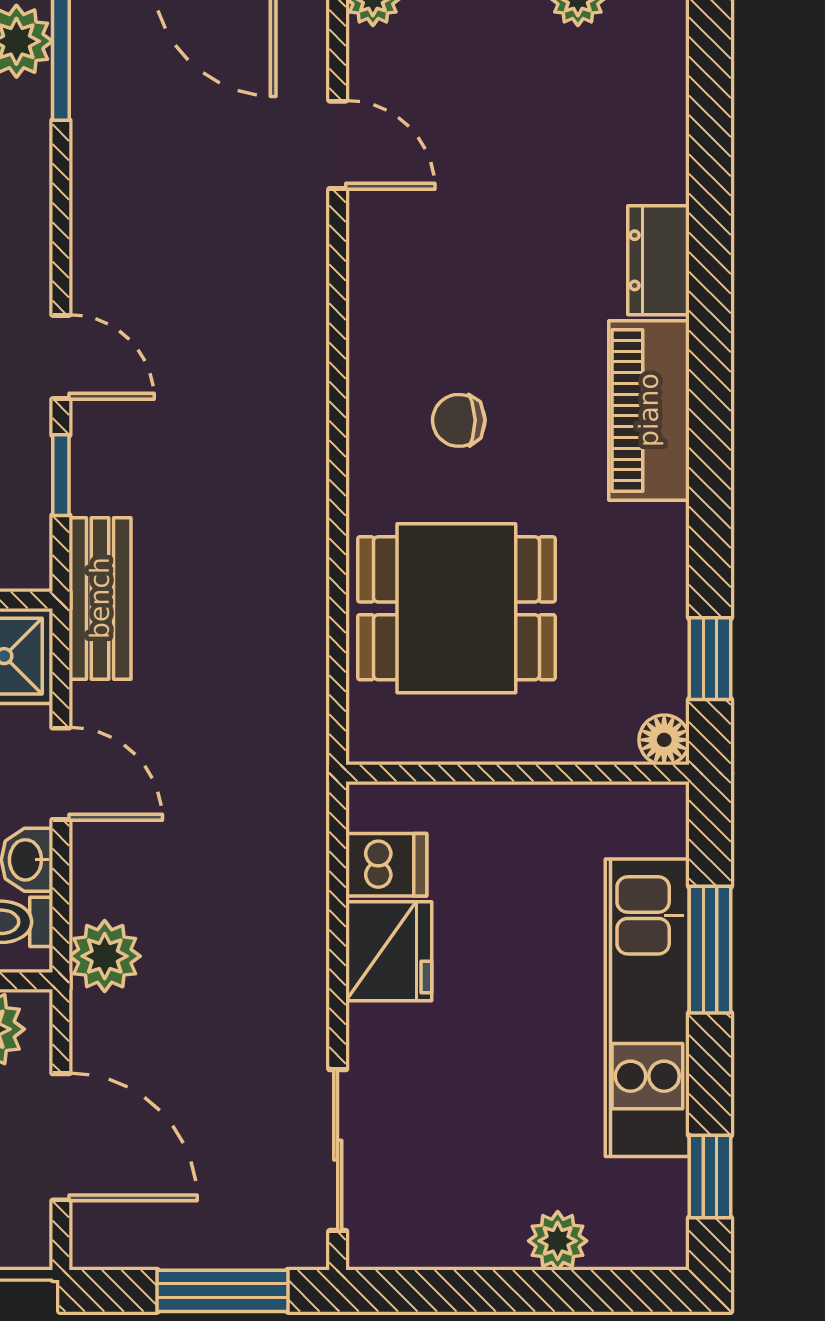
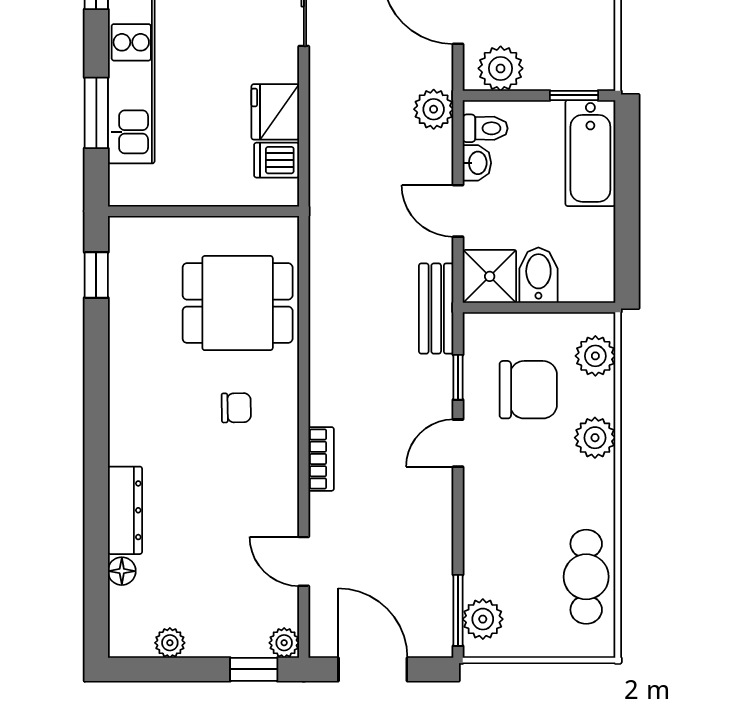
dresser: (659, 260) -> (125, 510), width x1.44
bookcase: (306, 329) -> (321, 459), added
door: (61, 357) -> (458, 443), hinge flipped
piano: (649, 410) -> (130, 413), removed
floor lamp: (664, 740) -> (122, 571), moved

